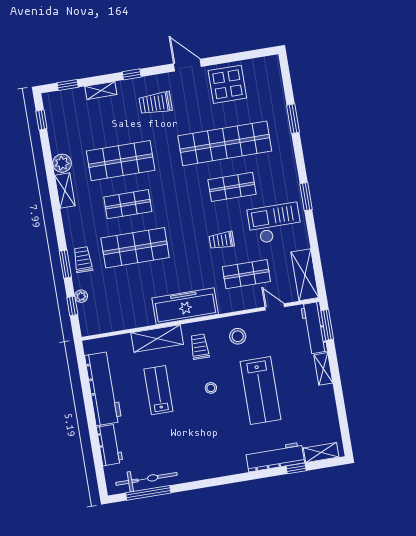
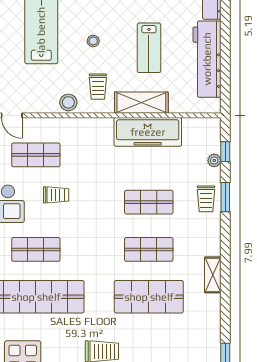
plant: (62, 163) -> (211, 304), removed
shop shelf: (135, 248) -> (149, 202), width x0.70, depth x0.74
freezer: (185, 306) -> (148, 132), moved
stool: (238, 336) -> (68, 102), moved

